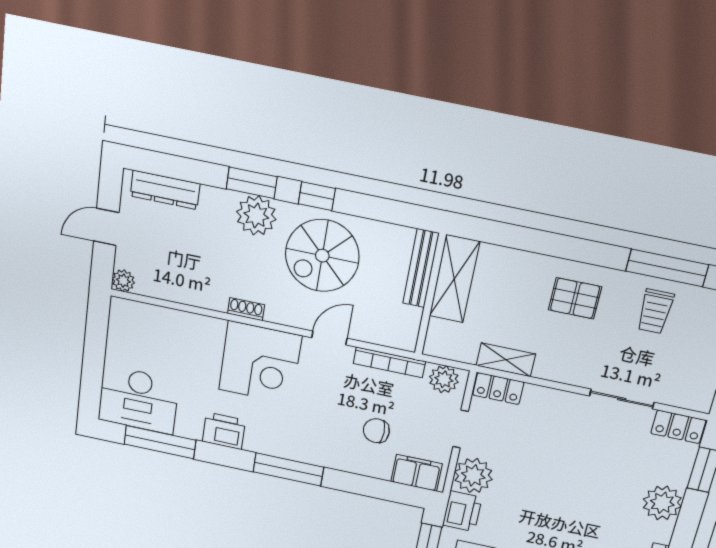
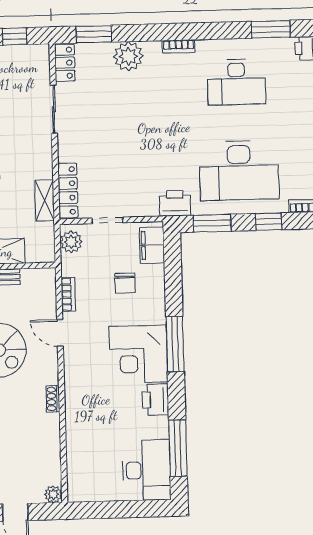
bookcase: (389, 362) -> (68, 294), width x0.64
corner desk: (260, 363) -> (138, 354), moved, turned 180
locker: (498, 389) -> (68, 191), width x1.53
plant: (473, 475) -> (143, 202), removed

